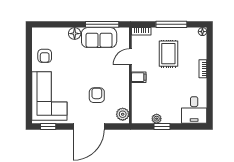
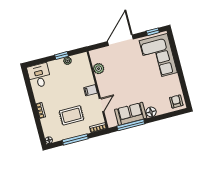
rug: (168, 54) -> (72, 115), turned 90
armchair: (45, 56) -> (176, 101), moved
armchair: (97, 95) -> (120, 67), removed
plant: (123, 114) -> (99, 69), moved

